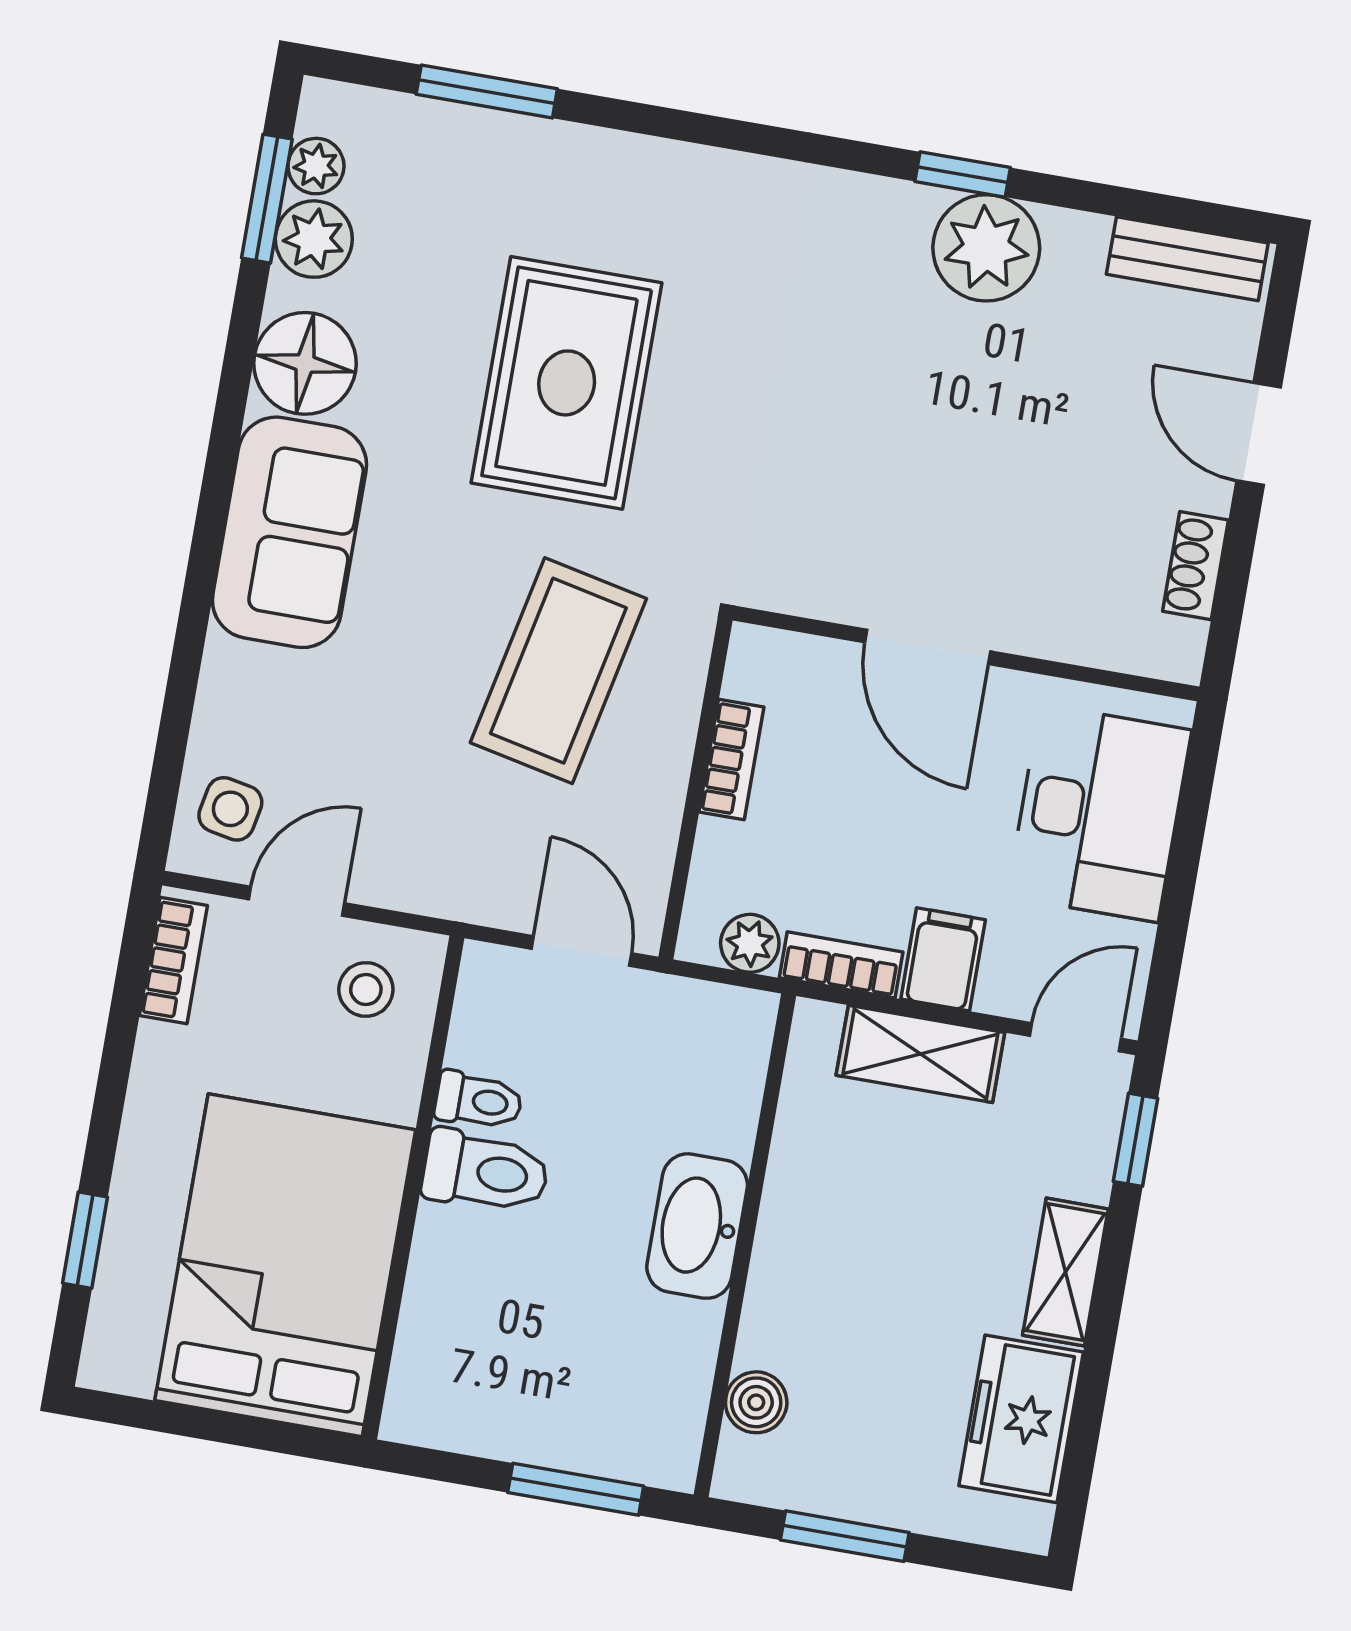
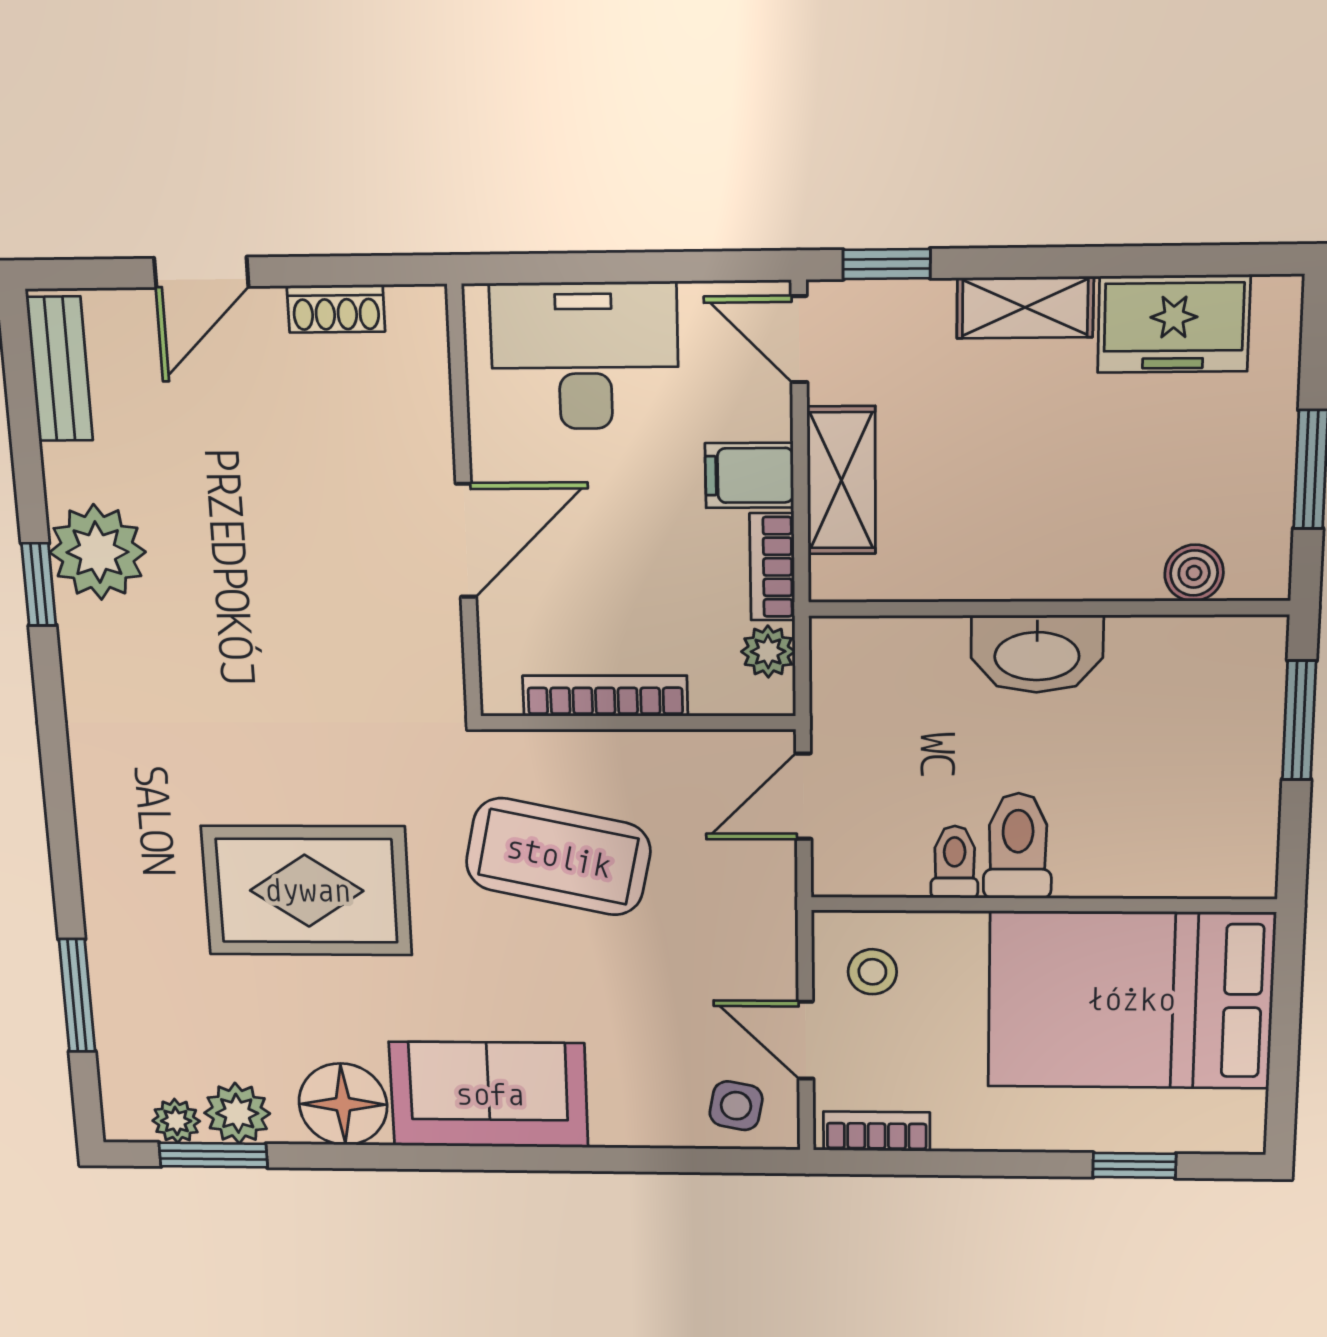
bookcase: (731, 760) -> (605, 696), width x1.56

